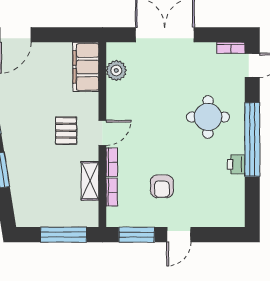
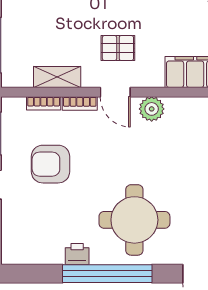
plant: (116, 70) -> (152, 109), moved
round table: (208, 117) -> (134, 220), width x1.36, depth x1.36
armchair: (162, 186) -> (51, 164), width x1.38, depth x1.38

